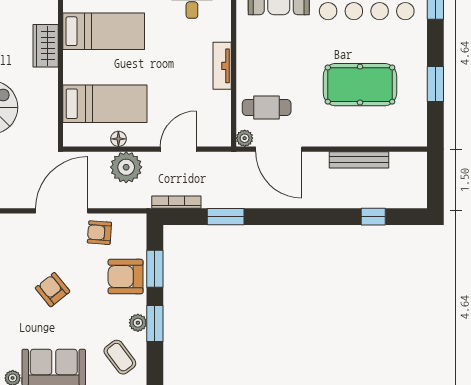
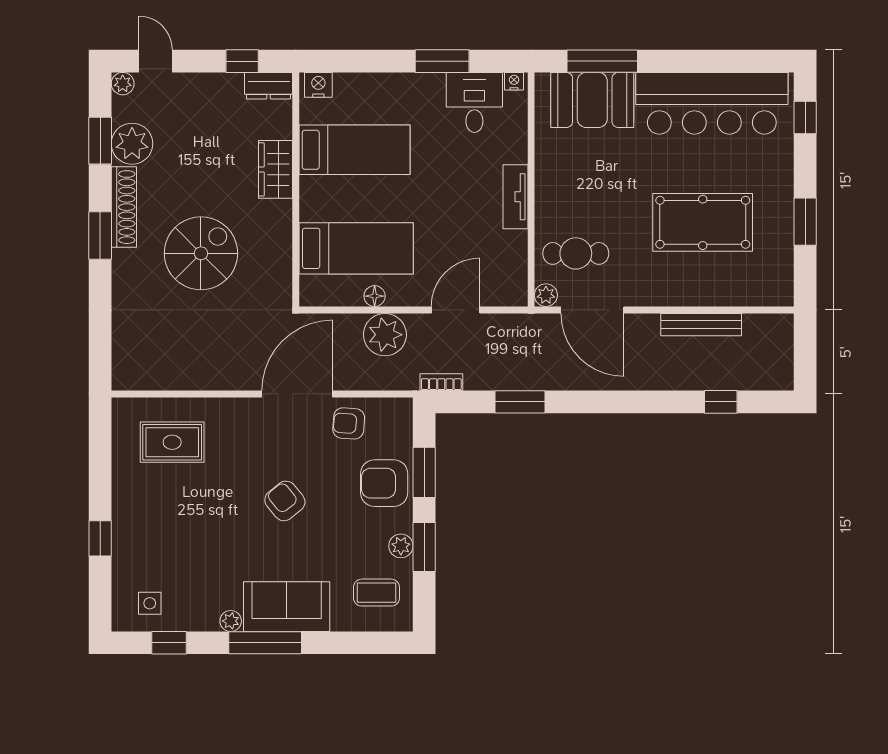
bookcase: (176, 202) -> (441, 382), width x0.64
coffee table: (120, 357) -> (376, 593), turned -53

